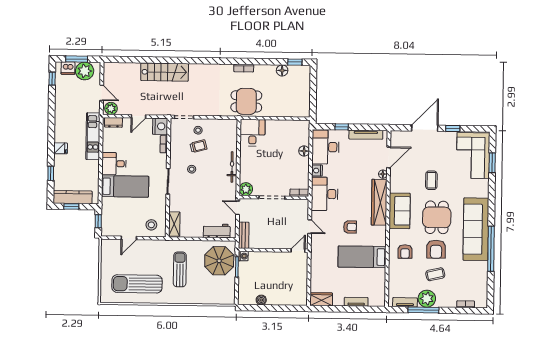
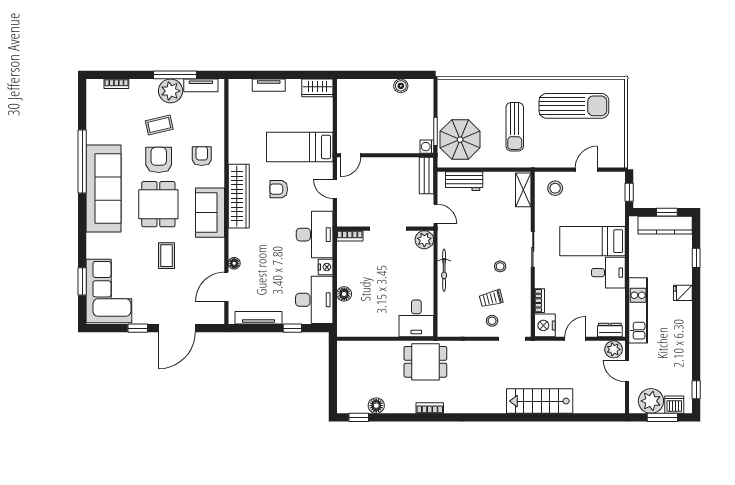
wardrobe: (379, 202) -> (239, 196), moved
bed: (362, 257) -> (300, 147), moved, turned 180

